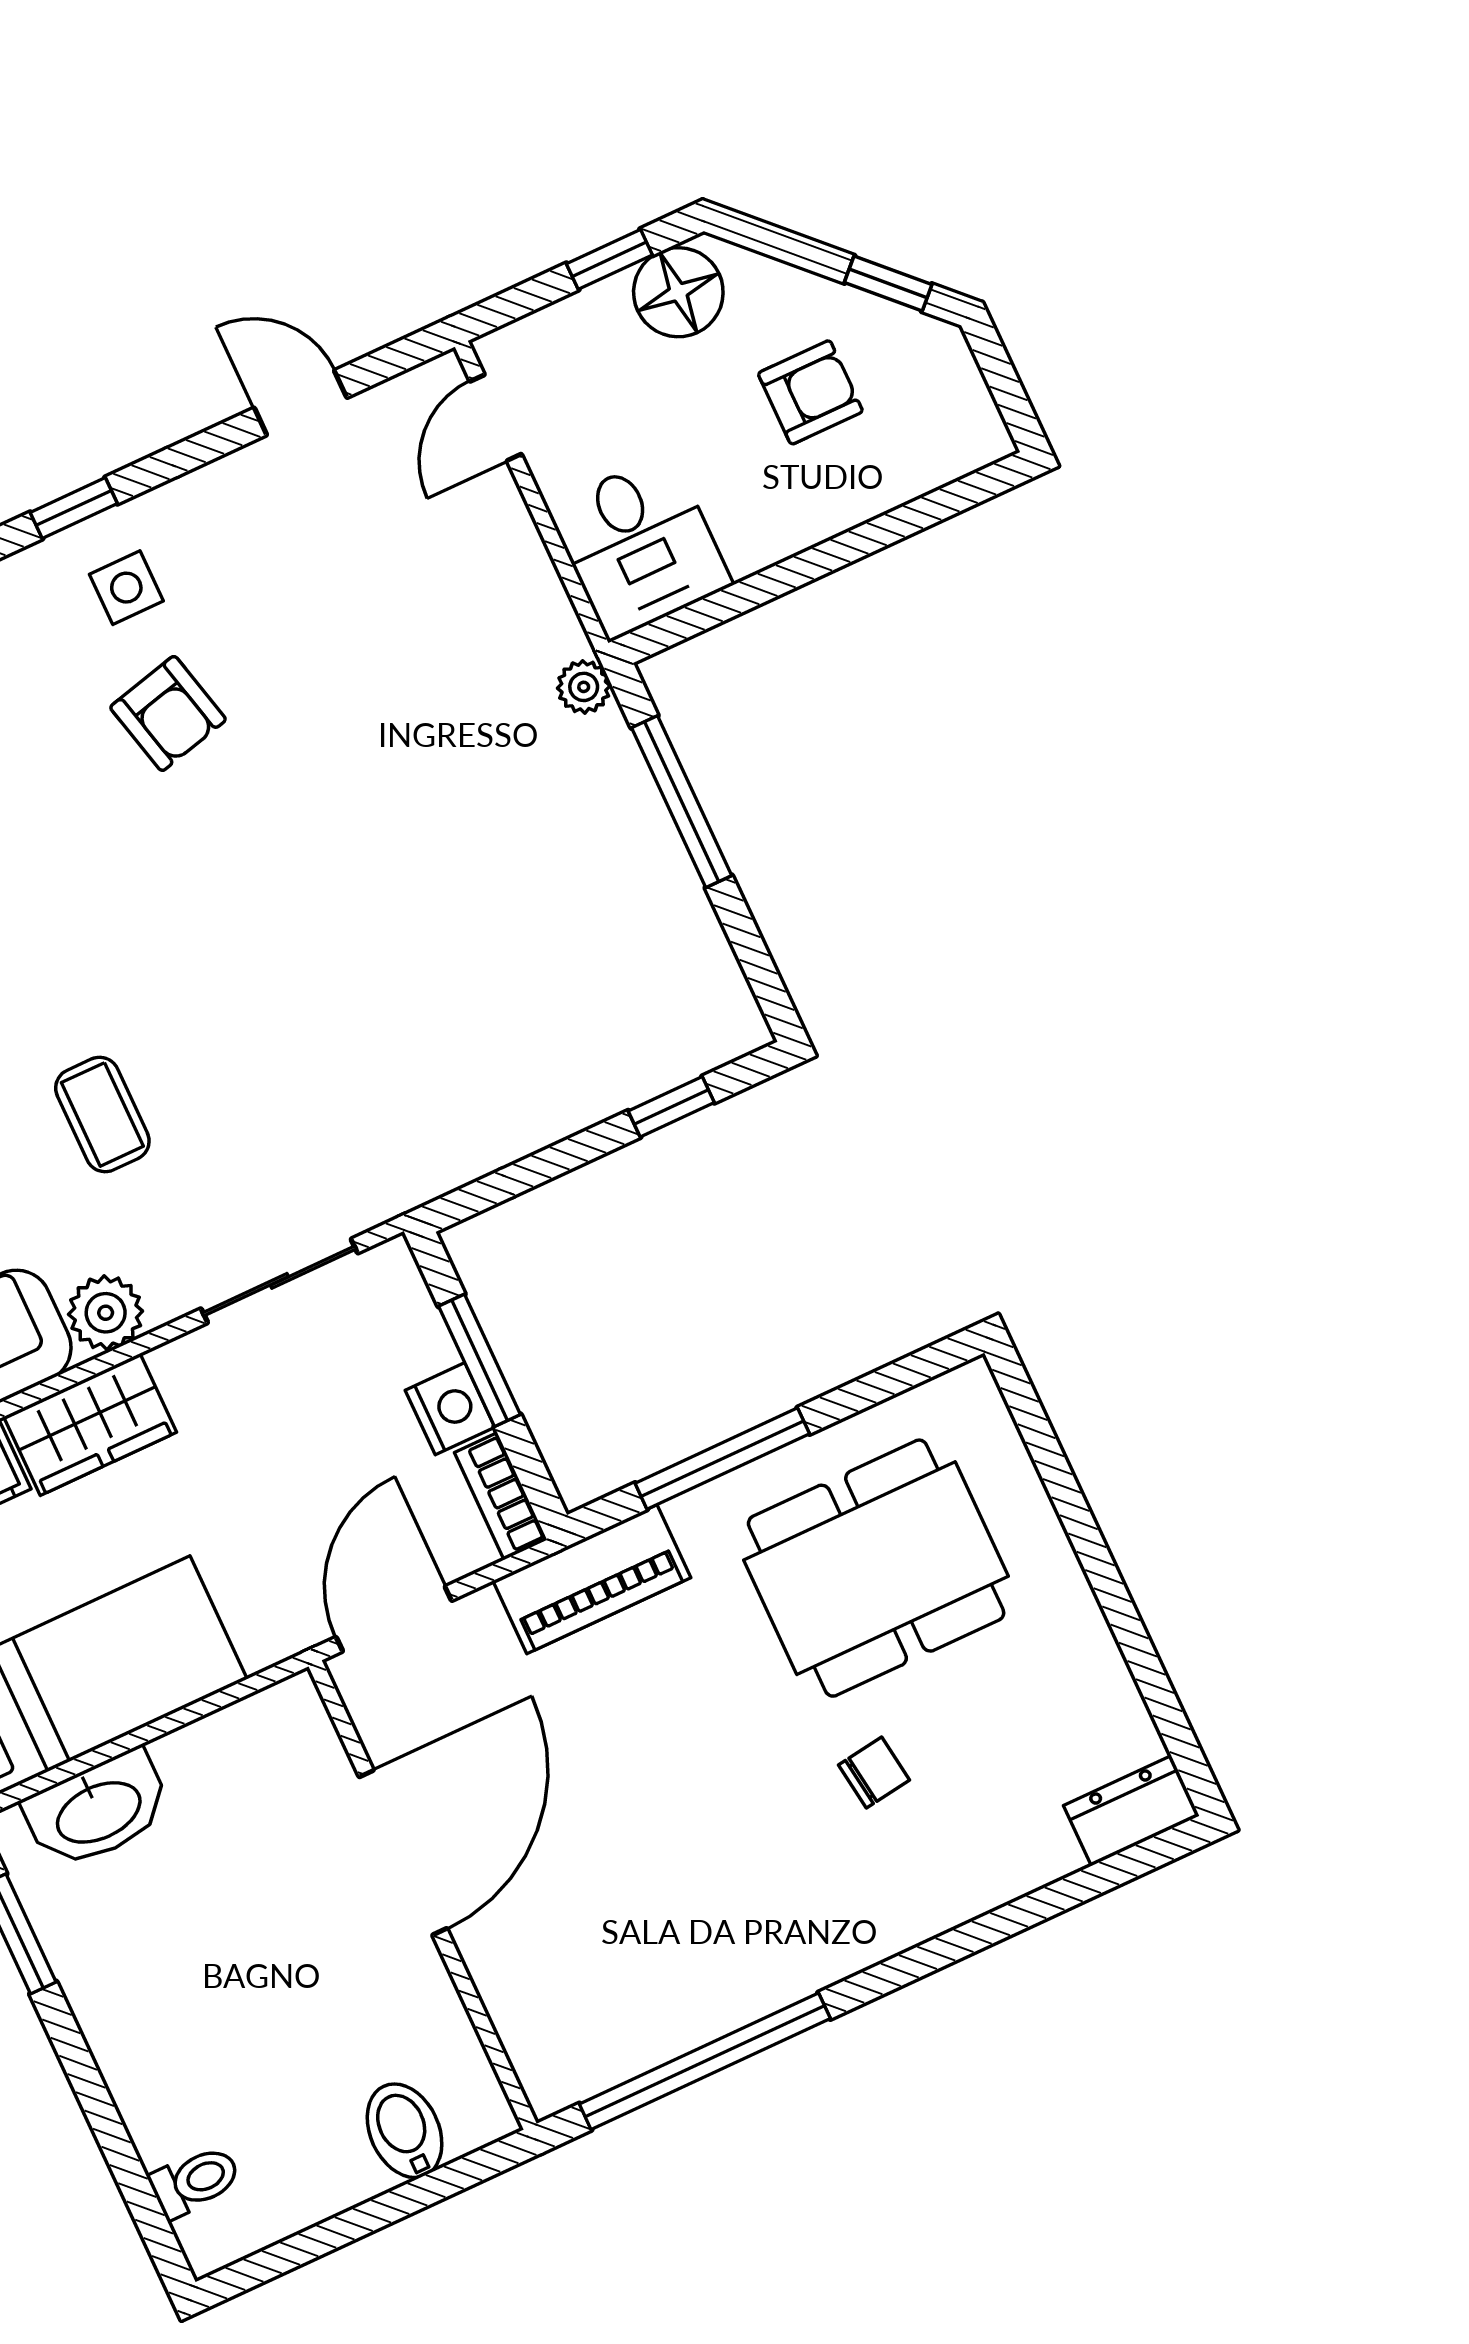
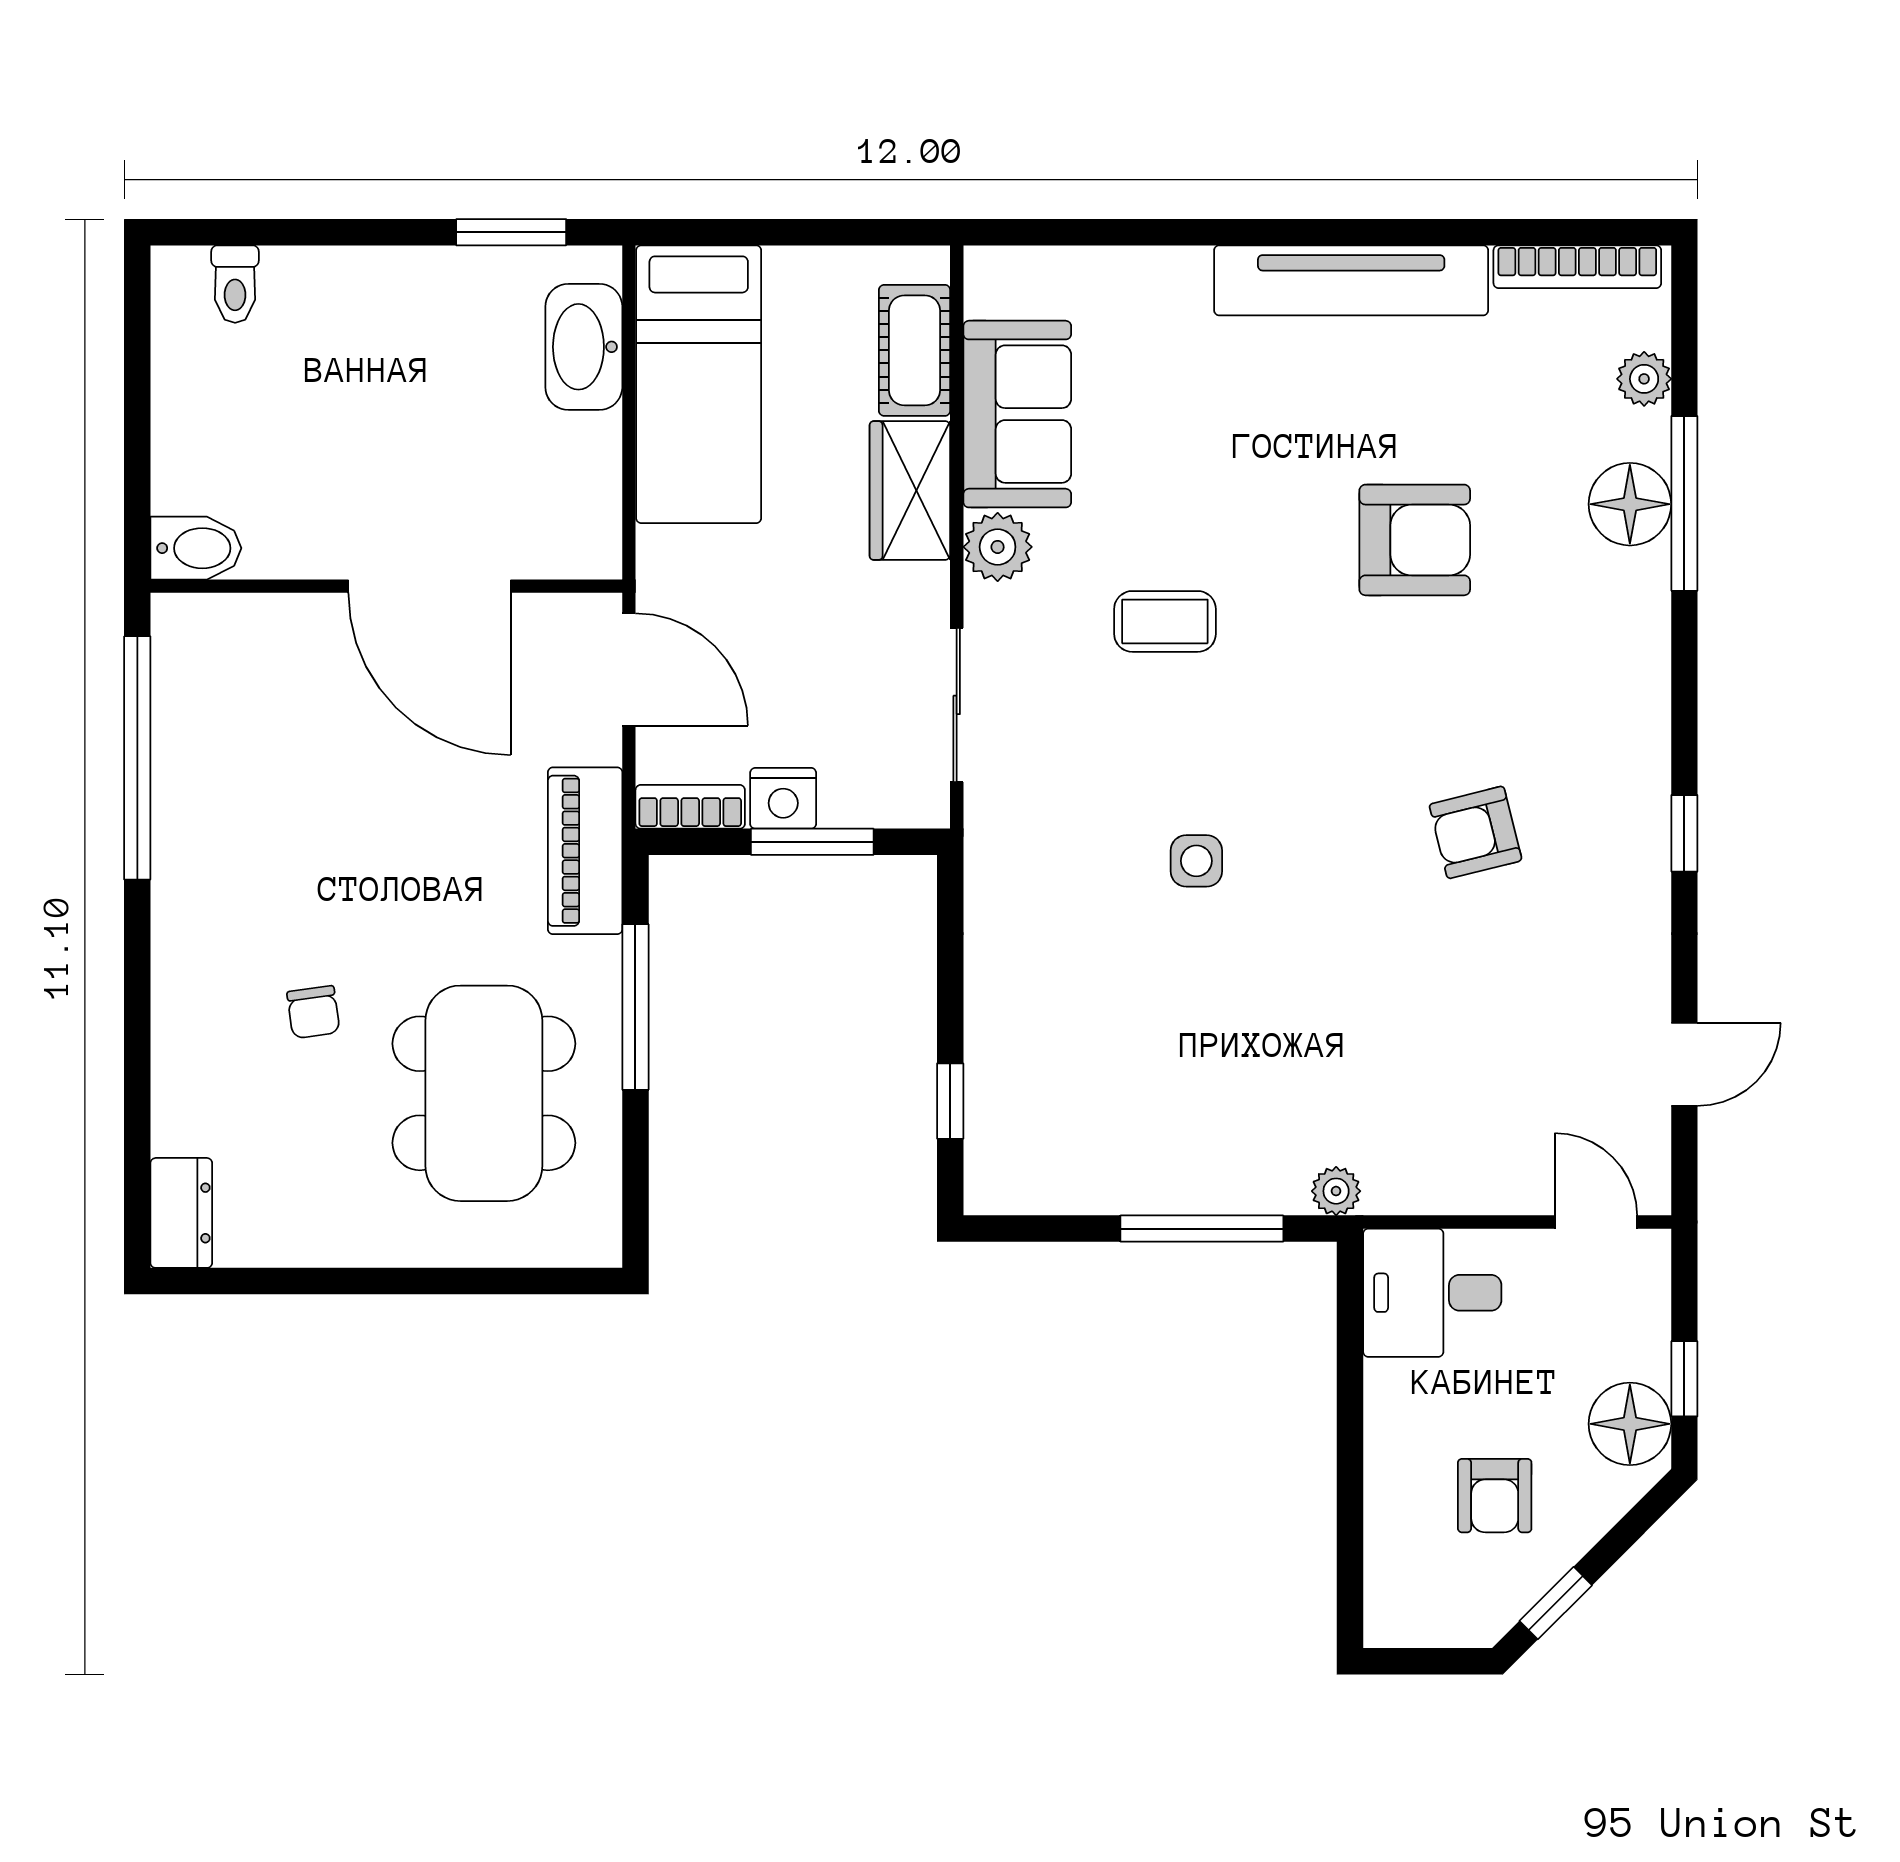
side table: (126, 588) -> (1196, 861), moved
bidet: (405, 2131) -> (196, 548), moved

